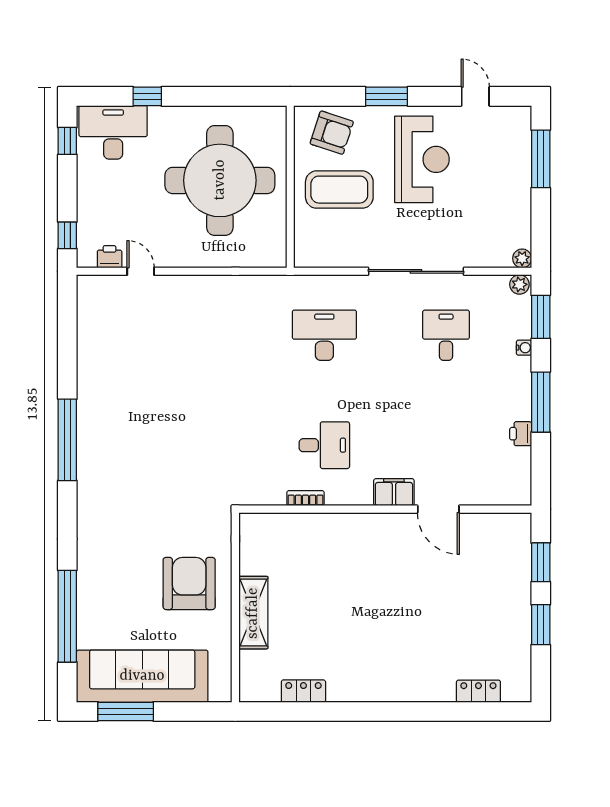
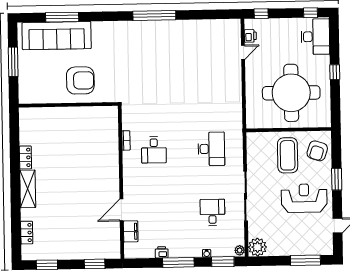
window: (147, 96) -> (335, 72), moved
reception desk: (422, 159) -> (304, 198), turned 180
plant: (522, 258) -> (257, 247), width x1.88, depth x1.88
desk: (446, 335) -> (212, 212), turned -90
filing cabinet: (394, 492) -> (131, 231), moved
shelving: (253, 613) -> (28, 189), moved, turned 90
window: (67, 616) -> (62, 17), width x0.68
window: (541, 625) -> (47, 265), moved
sofa: (142, 676) -> (57, 36), moved, turned 90
locker: (303, 691) -> (25, 157), moved
window: (126, 711) -> (13, 62), moved

